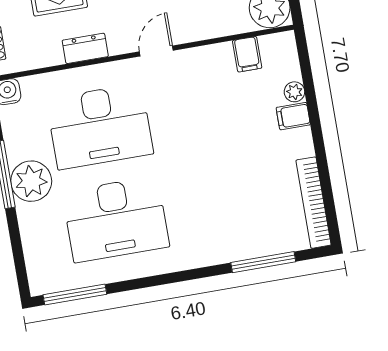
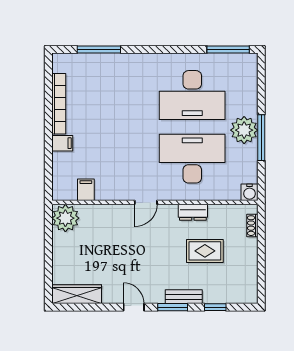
plant: (294, 92) -> (59, 159), removed
bookcase: (313, 203) -> (59, 104), moved
desk: (116, 219) -> (192, 95), turned 180

